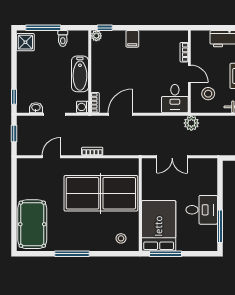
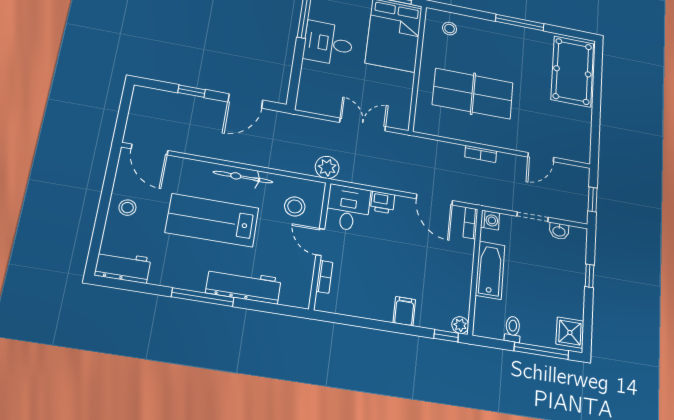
window: (14, 97) -> (589, 276), moved
printer: (153, 106) -> (383, 202), added
door: (120, 114) -> (434, 200), hinge flipped
table tennis table: (101, 193) -> (473, 94), width x0.73, depth x0.76

